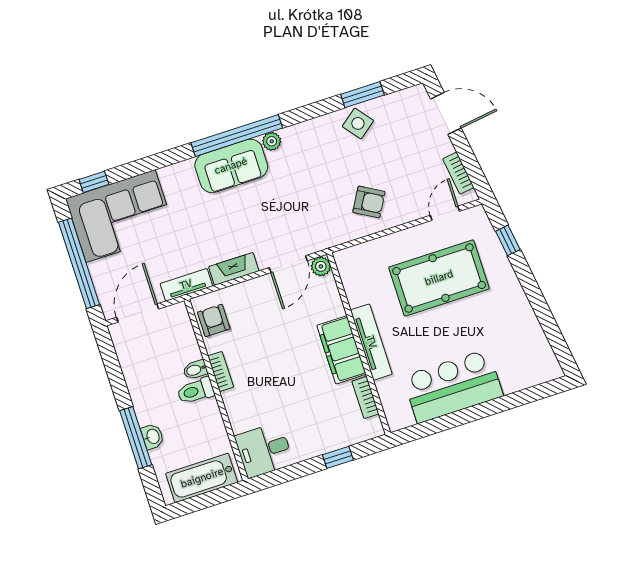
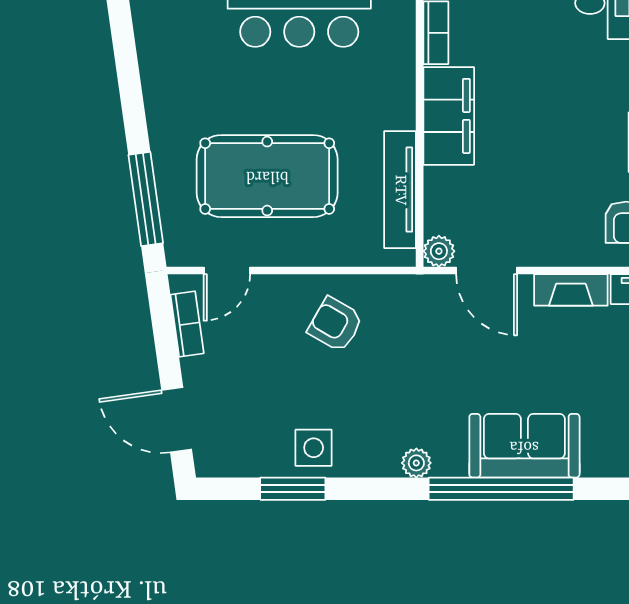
side table: (358, 123) -> (314, 448), turned 38
plant: (272, 141) -> (416, 463), moved
window: (508, 240) -> (146, 199), width x2.17
door: (288, 264) -> (487, 271), swing flipped
tv unit: (371, 342) -> (400, 190), moved

